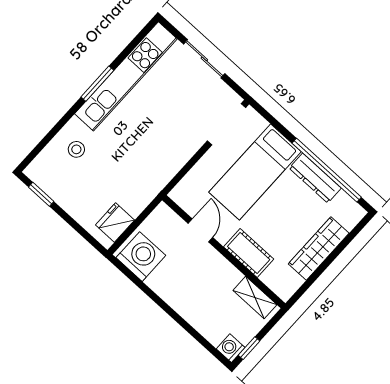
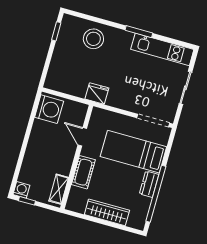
kitchen unit: (126, 76) -> (162, 49), width x0.73
stool: (76, 149) -> (93, 39), width x1.89, depth x1.89
dresser: (315, 178) -> (149, 184), width x0.70
fridge: (115, 222) -> (97, 94), moved
door: (200, 230) -> (82, 137), swing flipped

